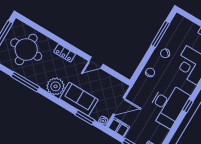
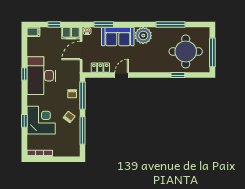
window: (46, 33) -> (178, 75), added
locker: (65, 53) -> (100, 68), moved
window: (142, 65) -> (83, 96), added
window: (188, 106) -> (24, 74), moved

